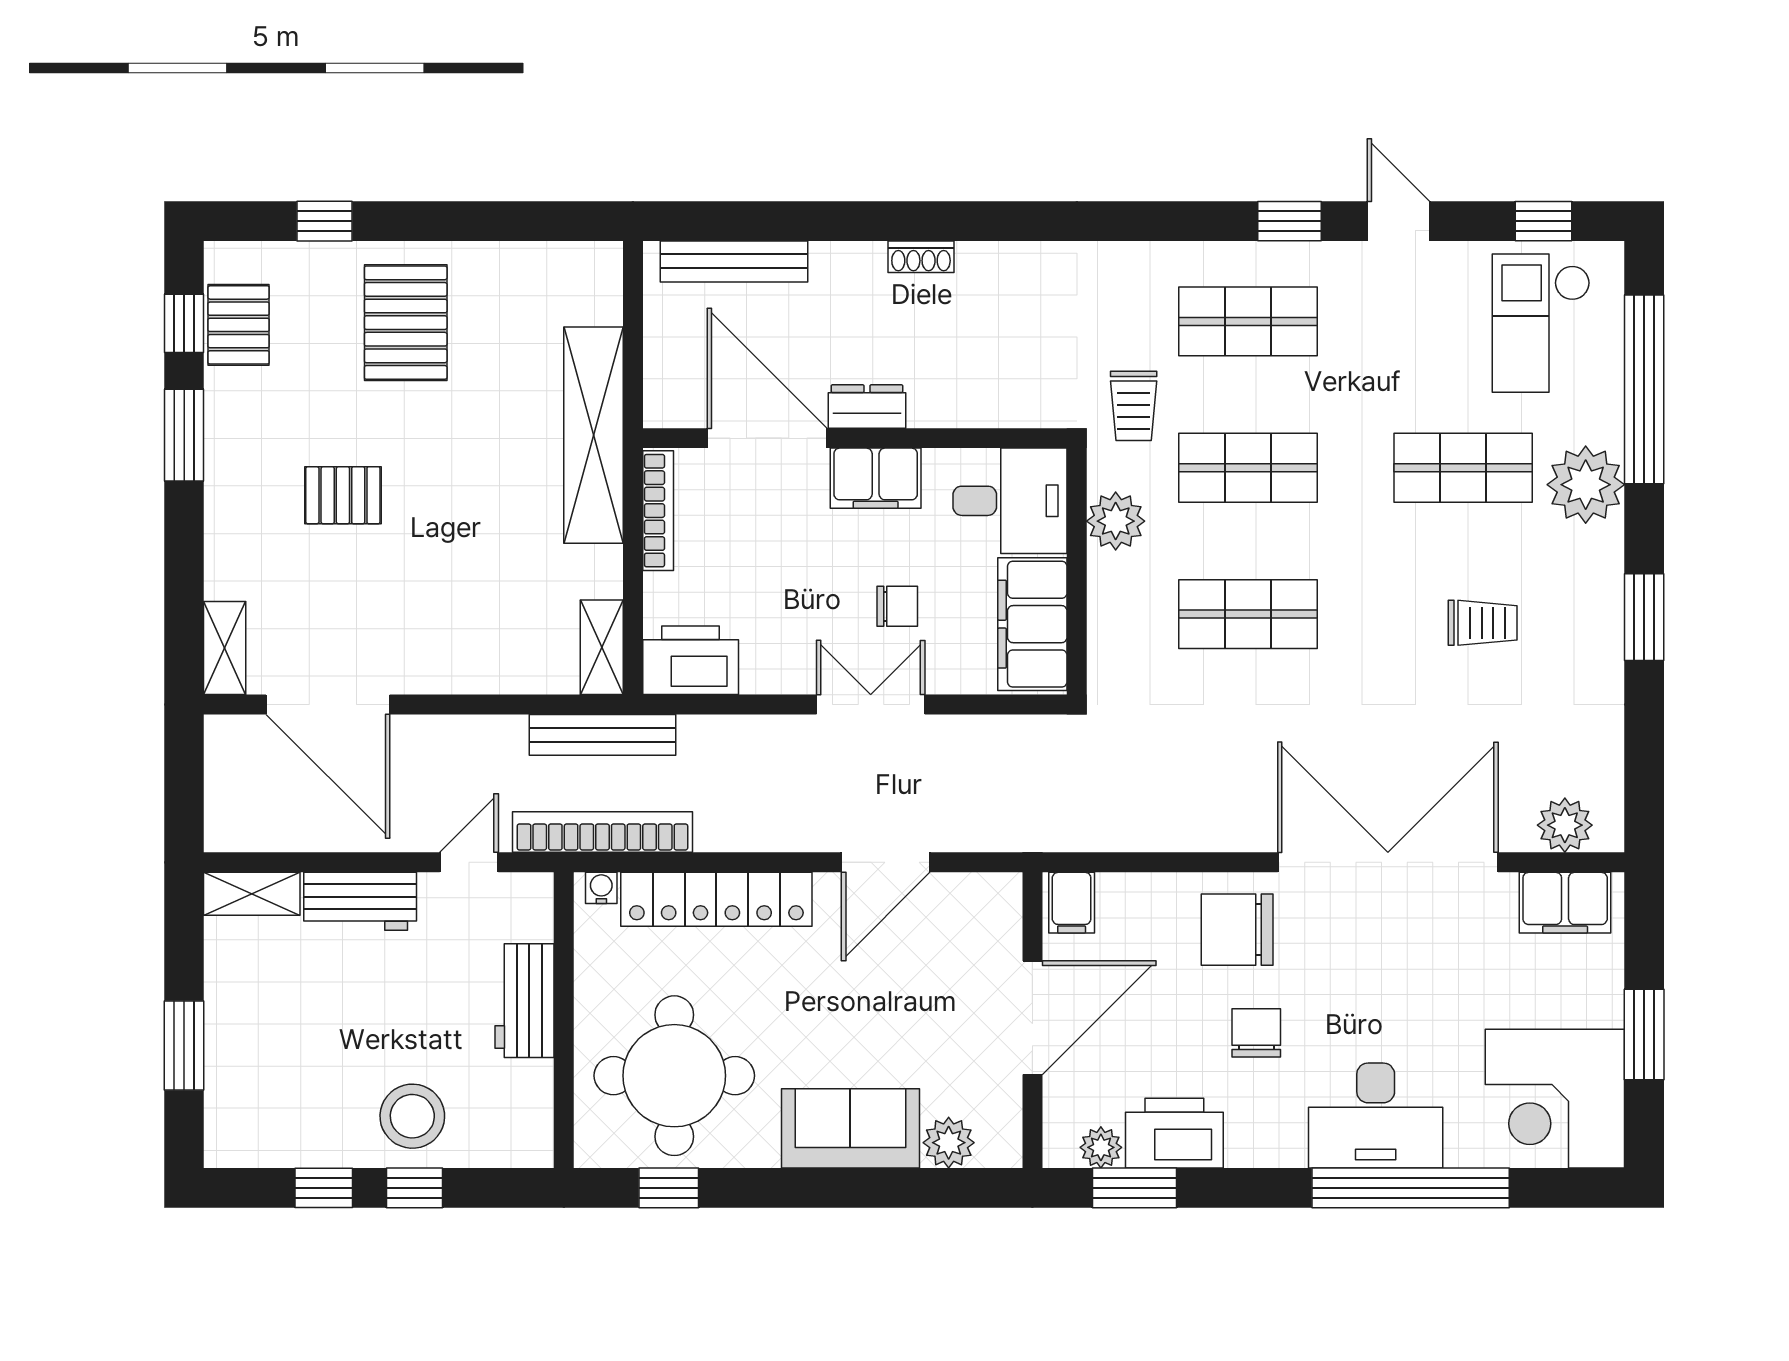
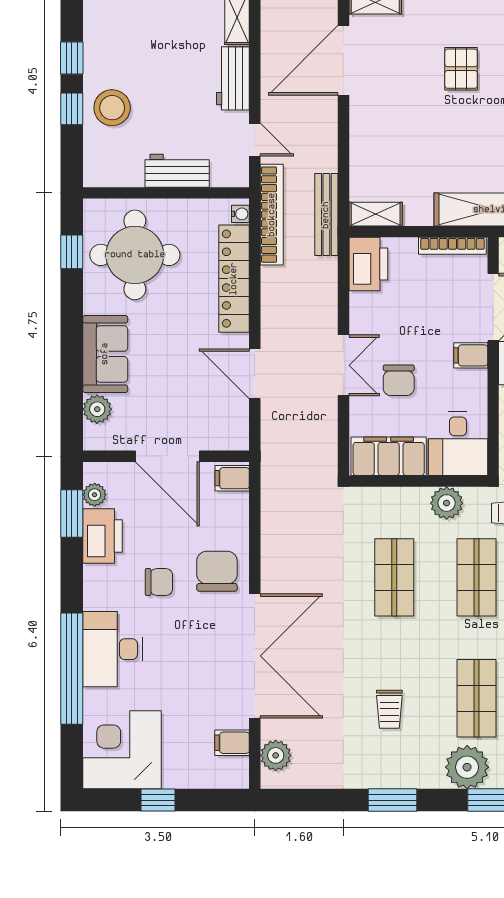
filing cabinet: (876, 478) -> (471, 355), width x0.50
chair: (897, 606) -> (399, 380), width x1.37, depth x1.37
filing cabinet: (1565, 903) -> (232, 743), width x0.50
window: (1644, 1034) -> (158, 800), width x0.67

